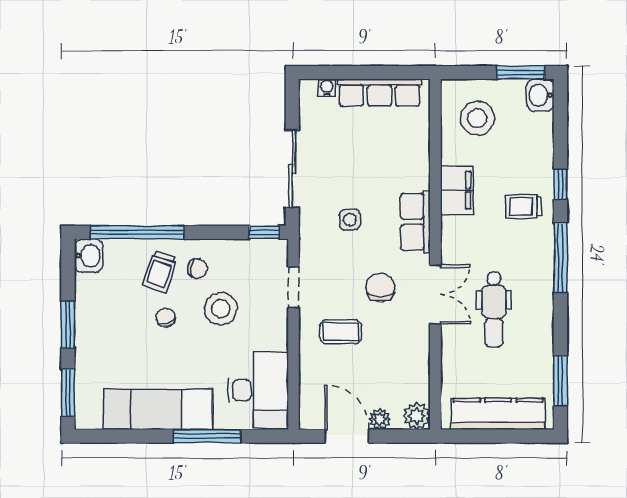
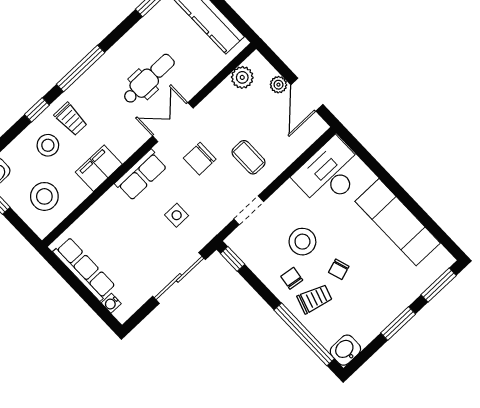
stool: (520, 164) -> (48, 145), added
plant: (417, 416) -> (242, 77), moved
window: (207, 436) -> (386, 178), removed

